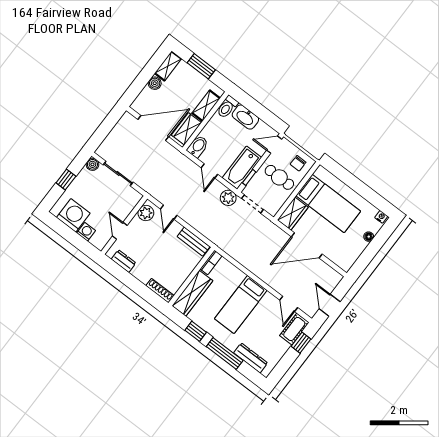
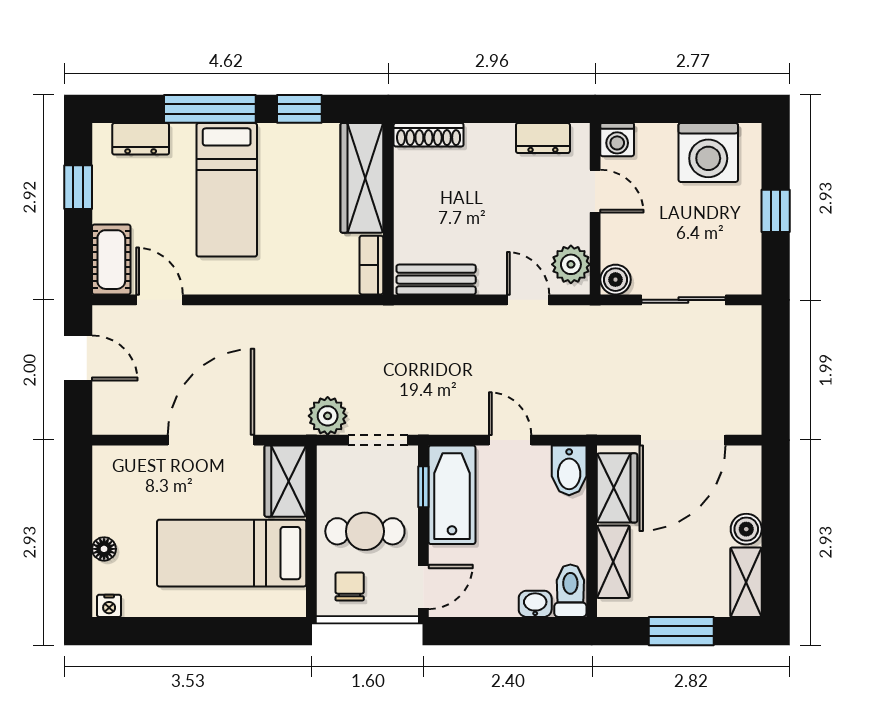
washbasin: (245, 117) -> (535, 604), width x0.52, depth x0.69
boiler: (92, 164) -> (615, 280), moved
plant: (228, 198) -> (328, 416), moved
washing machine: (86, 232) -> (617, 140), moved
bed: (241, 305) -> (227, 190), moved, turned 180
window: (301, 343) -> (78, 187), moved
dresser: (251, 358) -> (141, 139), width x0.70

